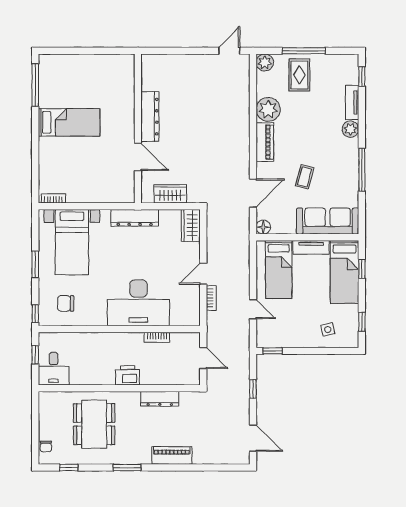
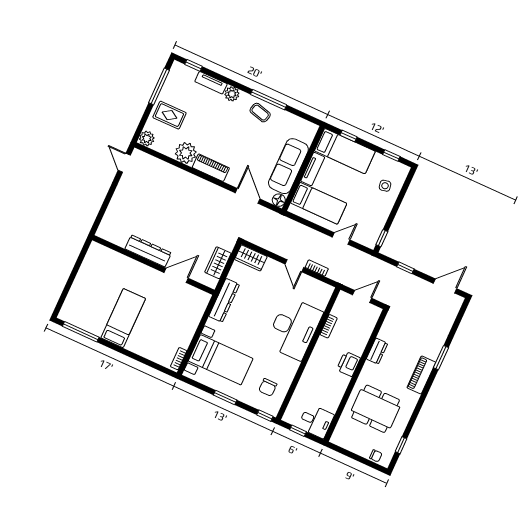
window: (304, 51) -> (159, 86), moved
coffee table: (305, 177) -> (260, 113), moved
sofa: (328, 221) -> (288, 166), moved
dresser: (160, 399) -> (377, 351), width x0.70
piano: (172, 455) -> (421, 375), moved
window: (127, 468) -> (441, 358), moved

